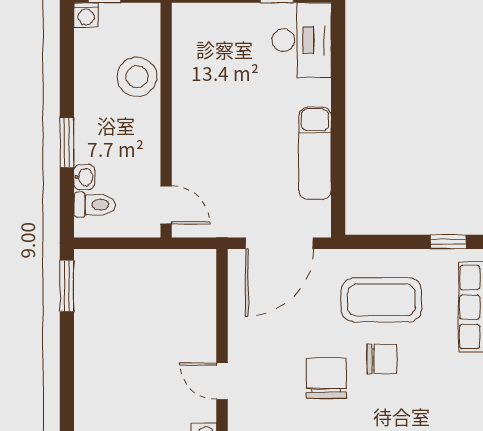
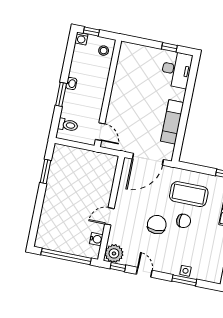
stool: (137, 77) -> (104, 51), moved, width x0.53, depth x0.53
washbasin: (84, 177) -> (71, 83), moved
window: (67, 286) -> (46, 171), moved
door: (222, 381) -> (109, 216), hinge flipped

